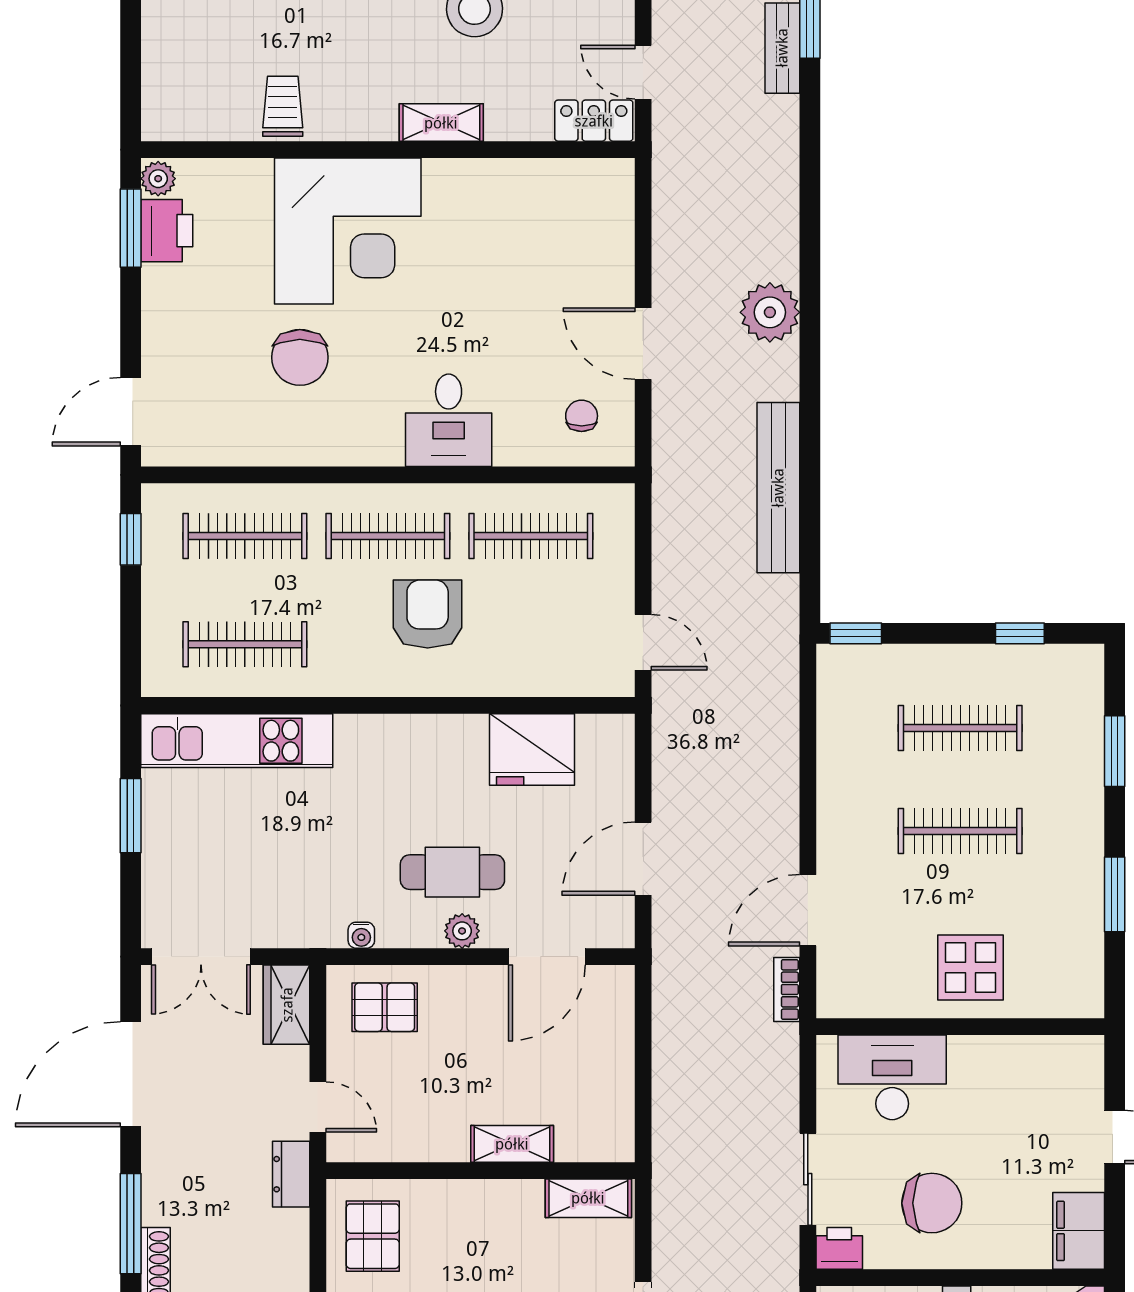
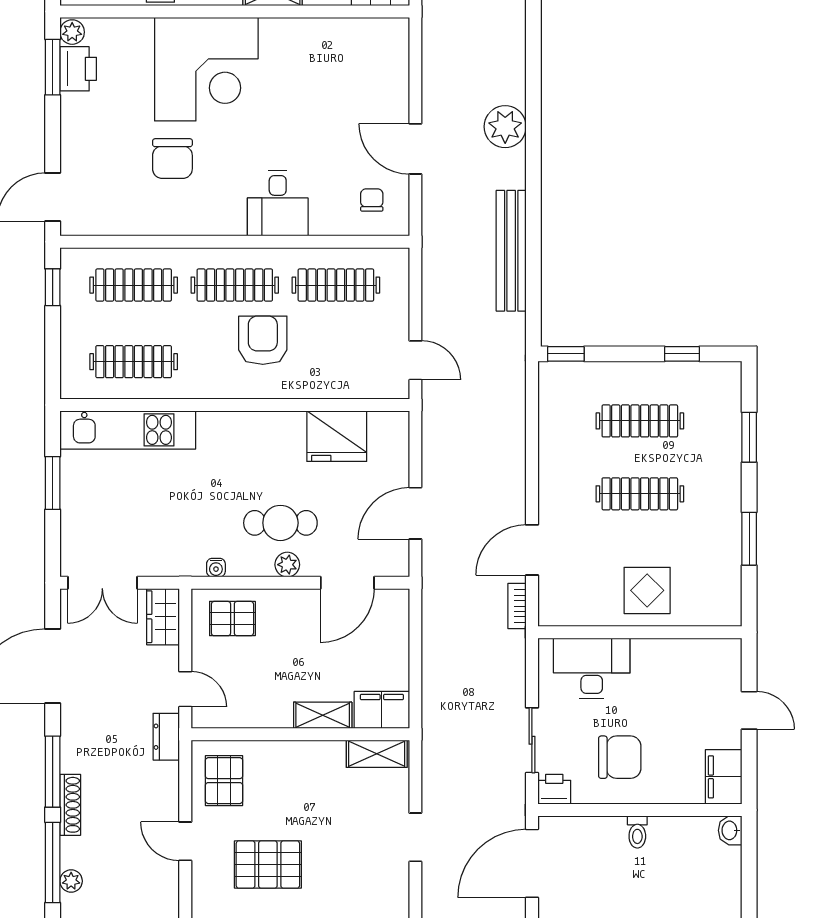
filing cabinet: (596, 1136) -> (382, 710), added

